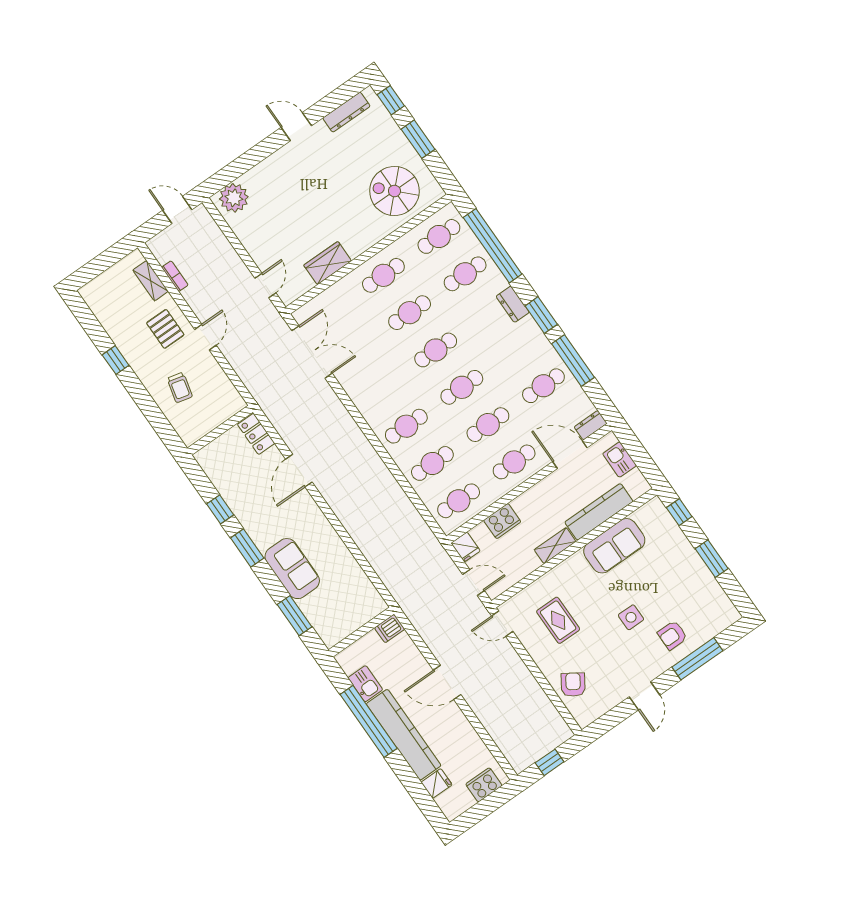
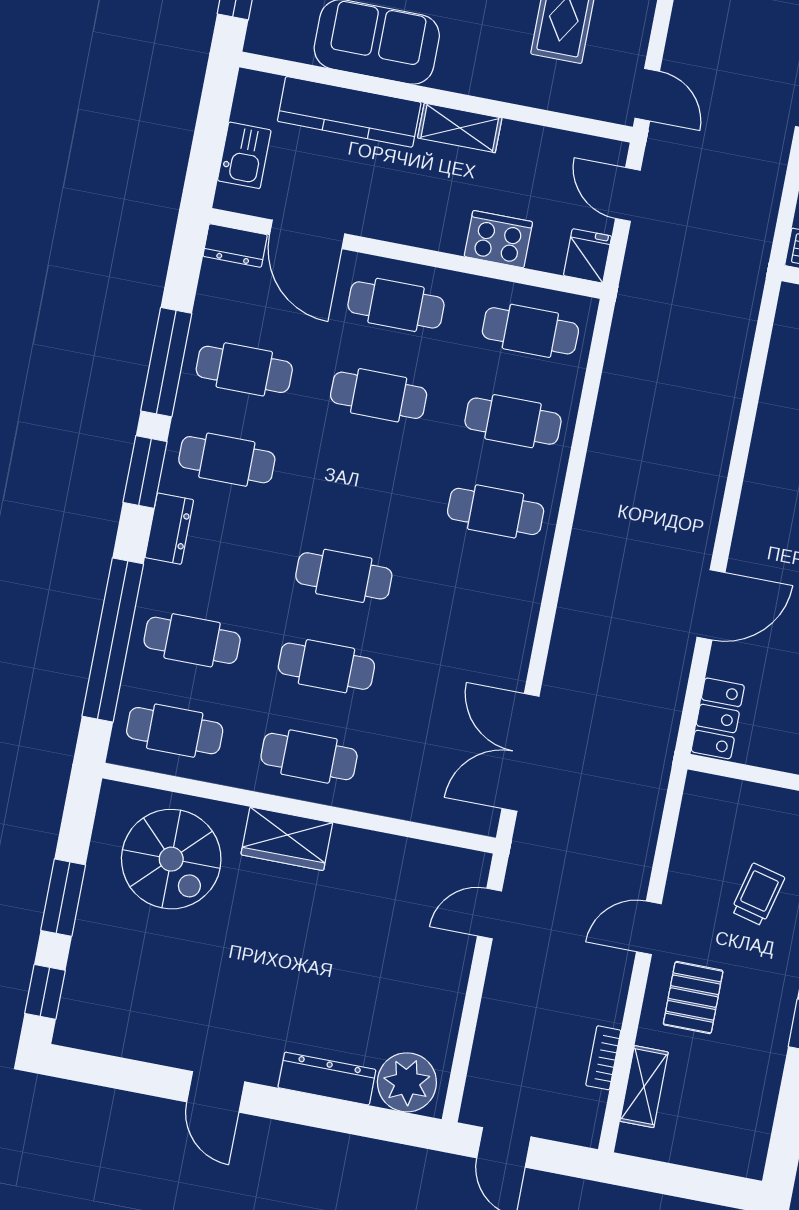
dresser: (346, 112) -> (327, 1079), moved
wardrobe: (328, 263) -> (287, 839), moved
cafe table: (462, 387) -> (227, 460), moved

